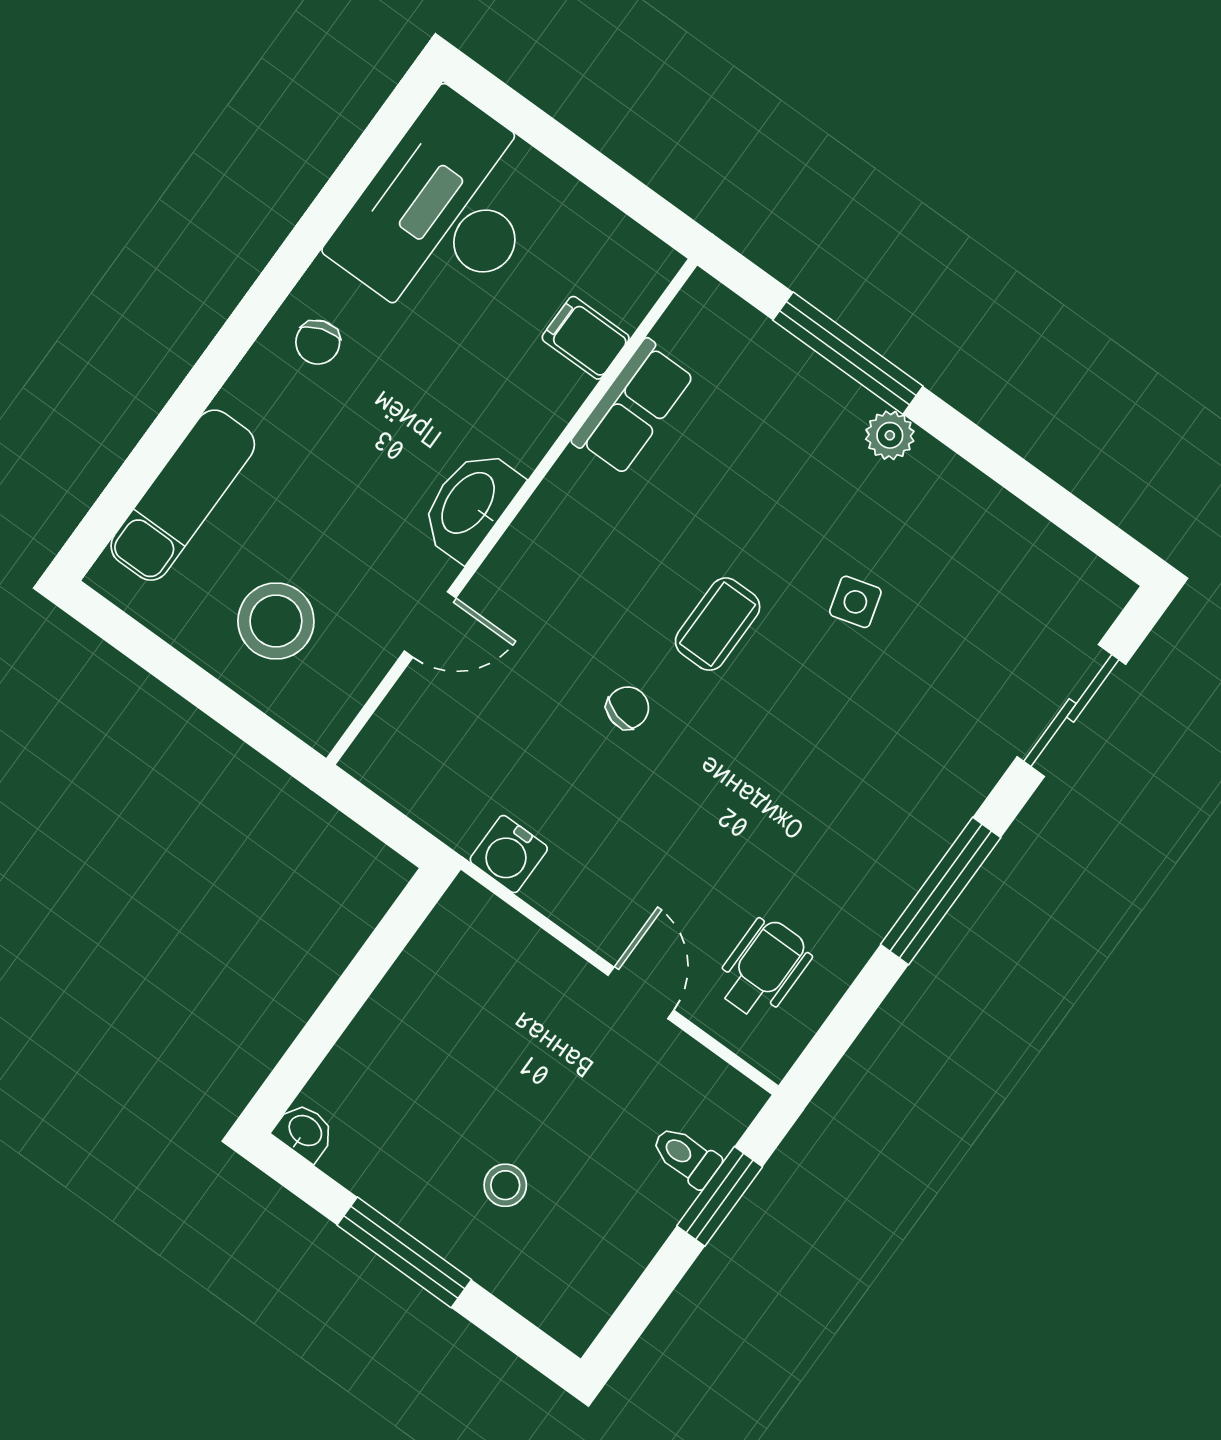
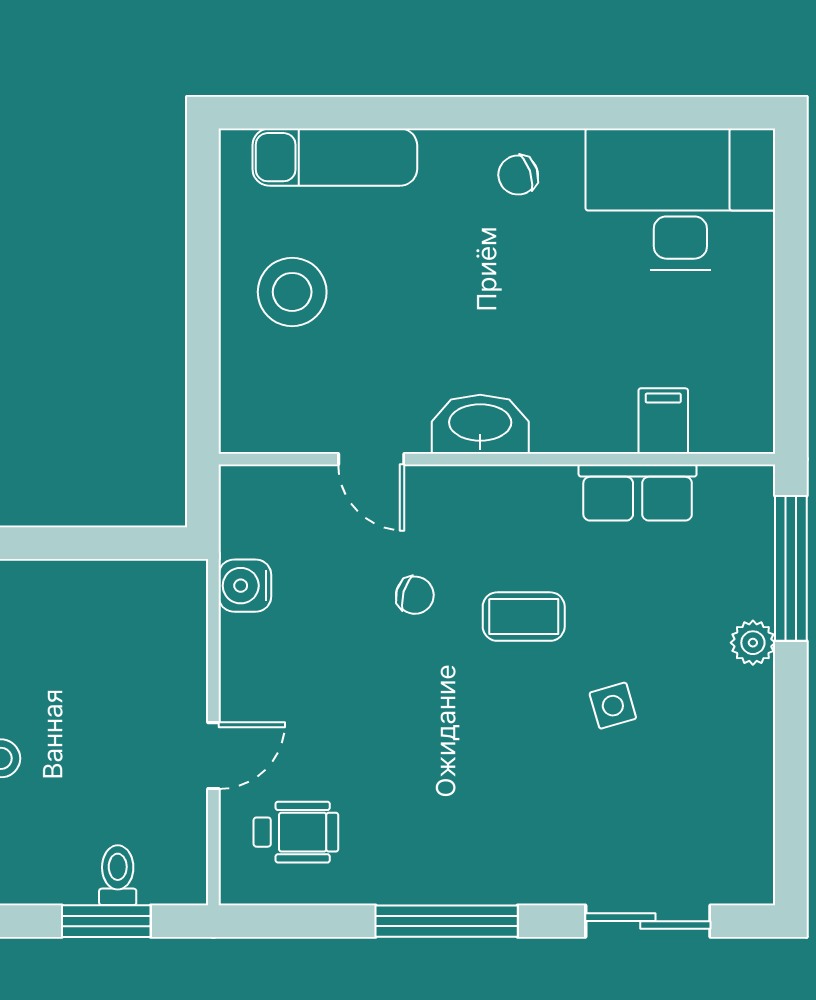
filing cabinet: (586, 338) -> (663, 421), moved
row of seats: (633, 407) -> (638, 492), moved
washbasin: (470, 504) -> (480, 424), moved
wall: (512, 512) -> (497, 459), moved
door: (430, 624) -> (371, 459), moved

